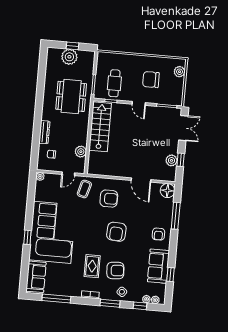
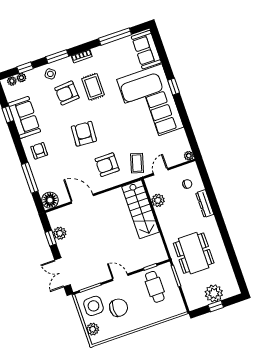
side table: (170, 90) -> (93, 306), added
stairs: (100, 127) -> (141, 209), moved

